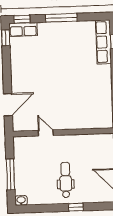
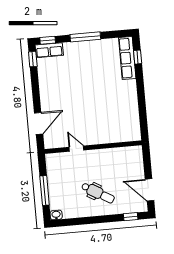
dental chair: (66, 180) -> (98, 193), turned 121
window: (76, 207) -> (131, 217), moved

